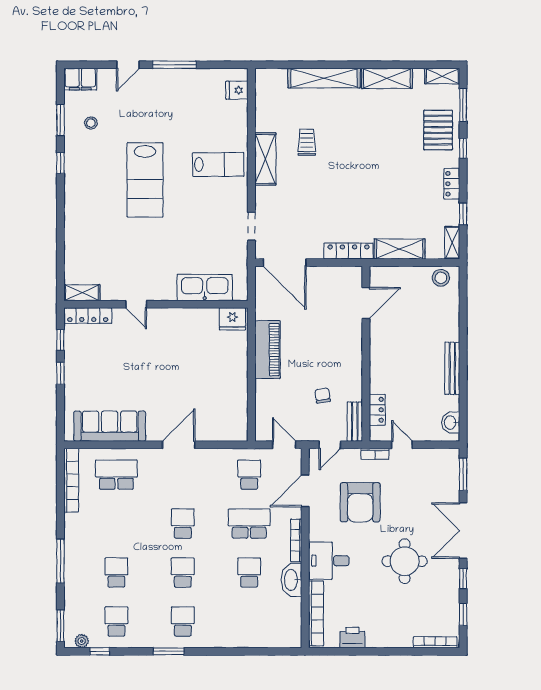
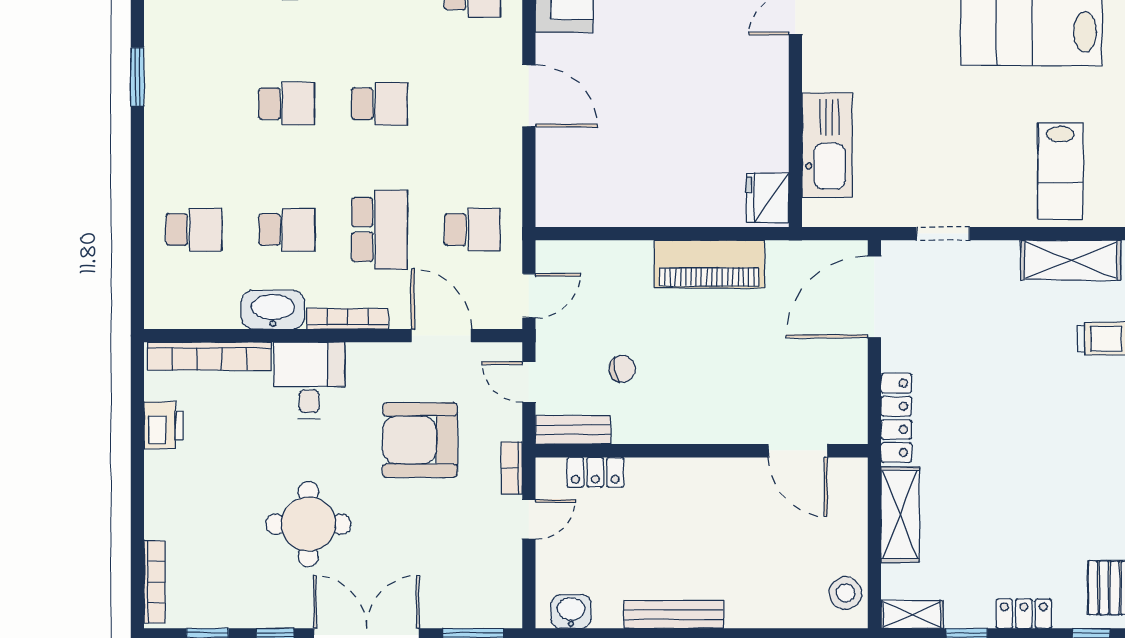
school desk: (183, 621) -> (194, 230), moved

